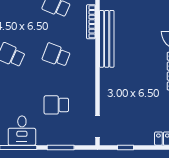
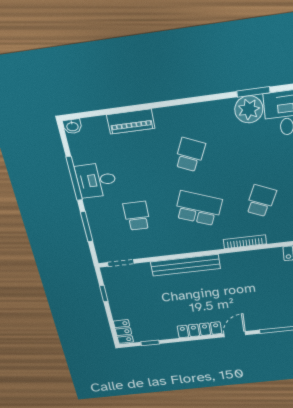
bench: (107, 39) -> (185, 265), moved
school desk: (56, 55) -> (198, 208), width x1.85

